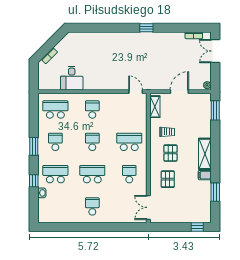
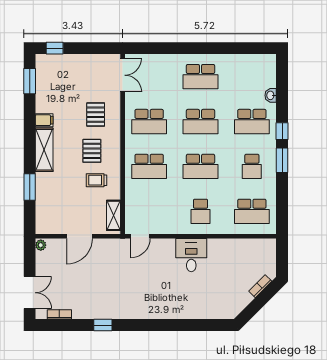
window: (146, 28) -> (103, 325), moved
desk: (72, 78) -> (191, 255), moved
door: (136, 92) -> (140, 236), hinge flipped
window: (215, 110) -> (30, 187), moved
school desk: (92, 142) -> (200, 166), width x1.85
school desk: (129, 174) -> (149, 122), width x1.85
window: (34, 181) -> (282, 131), moved
window: (215, 192) -> (30, 81), moved
school desk: (92, 206) -> (200, 77), width x1.85

